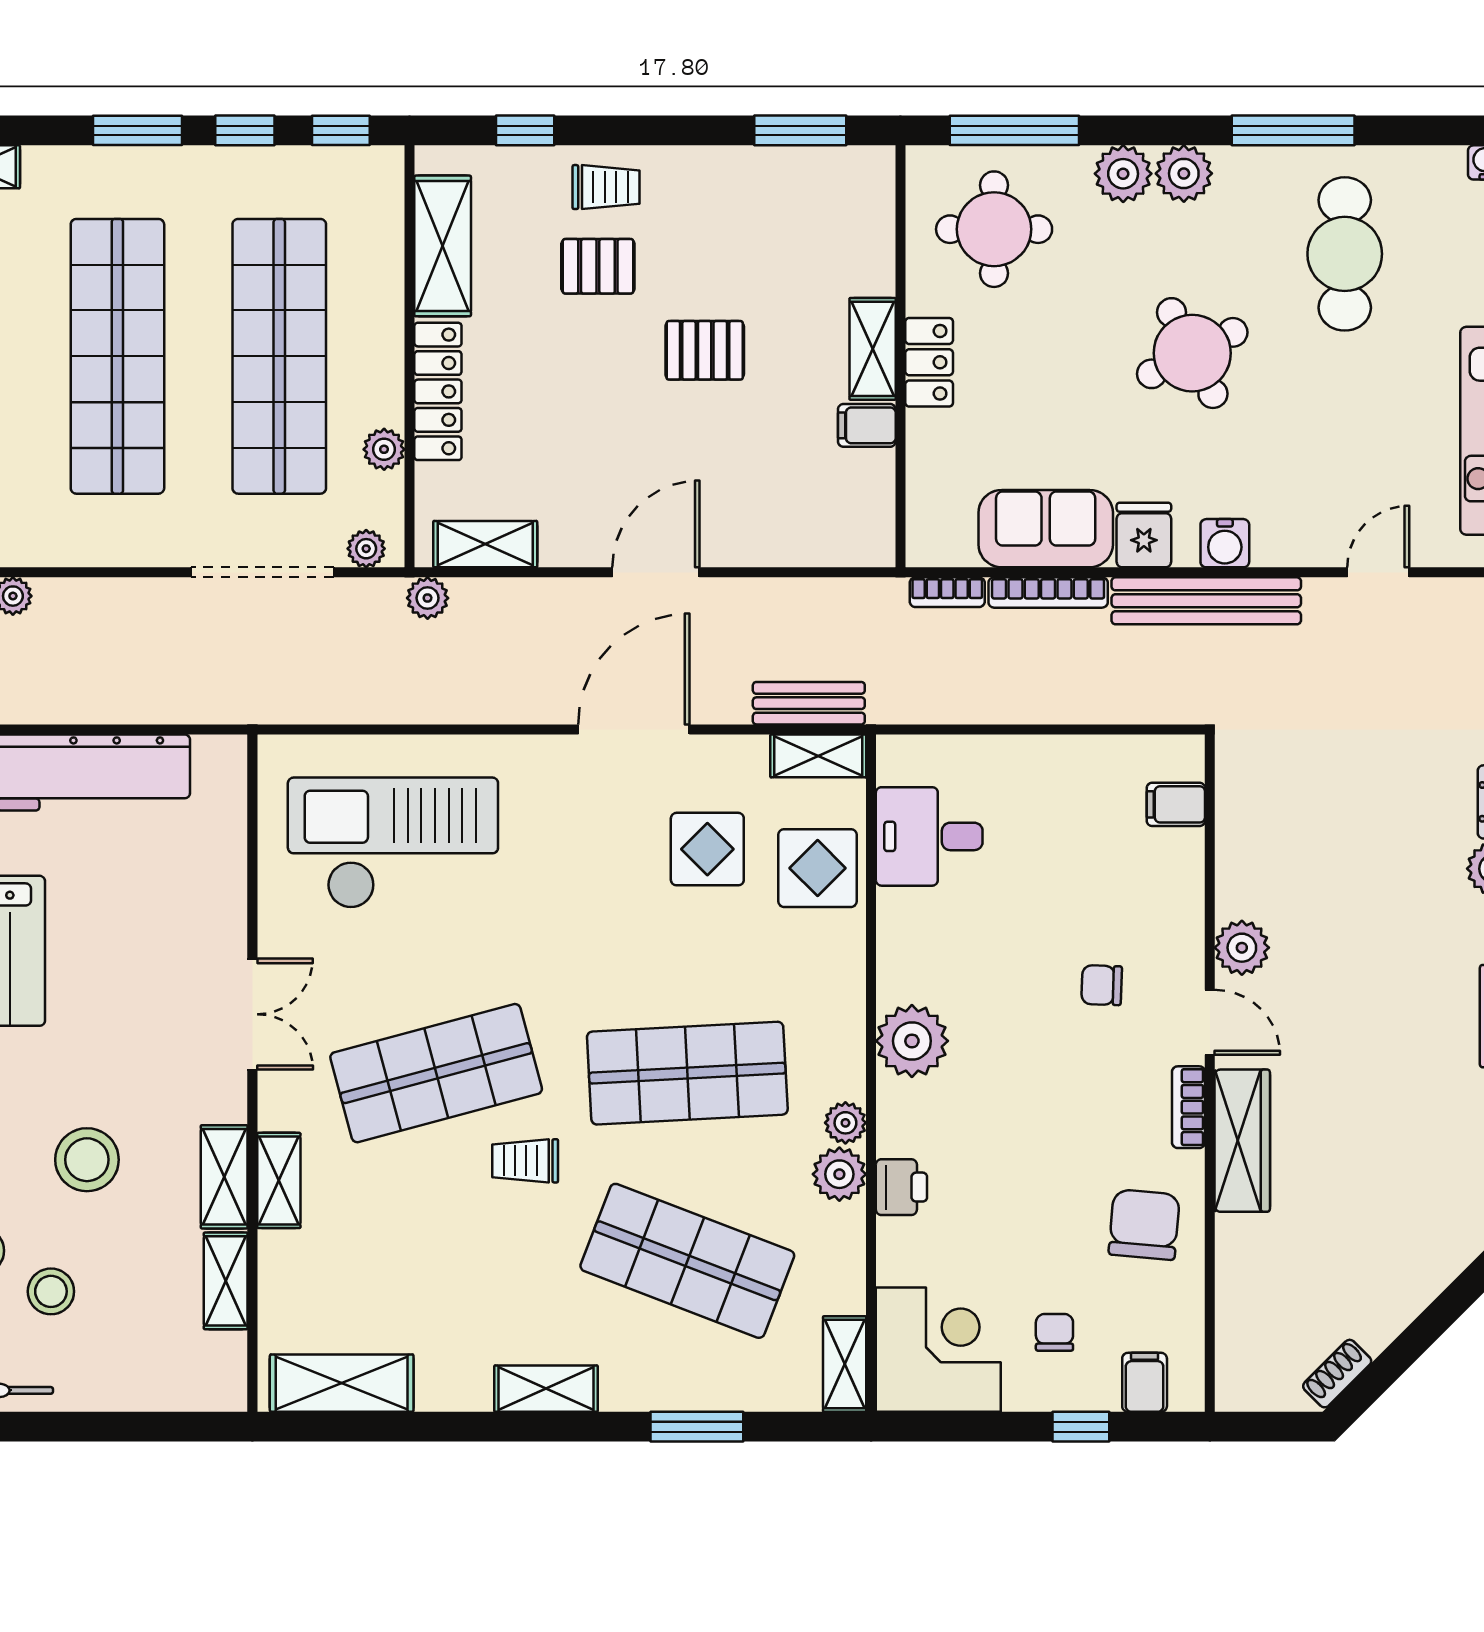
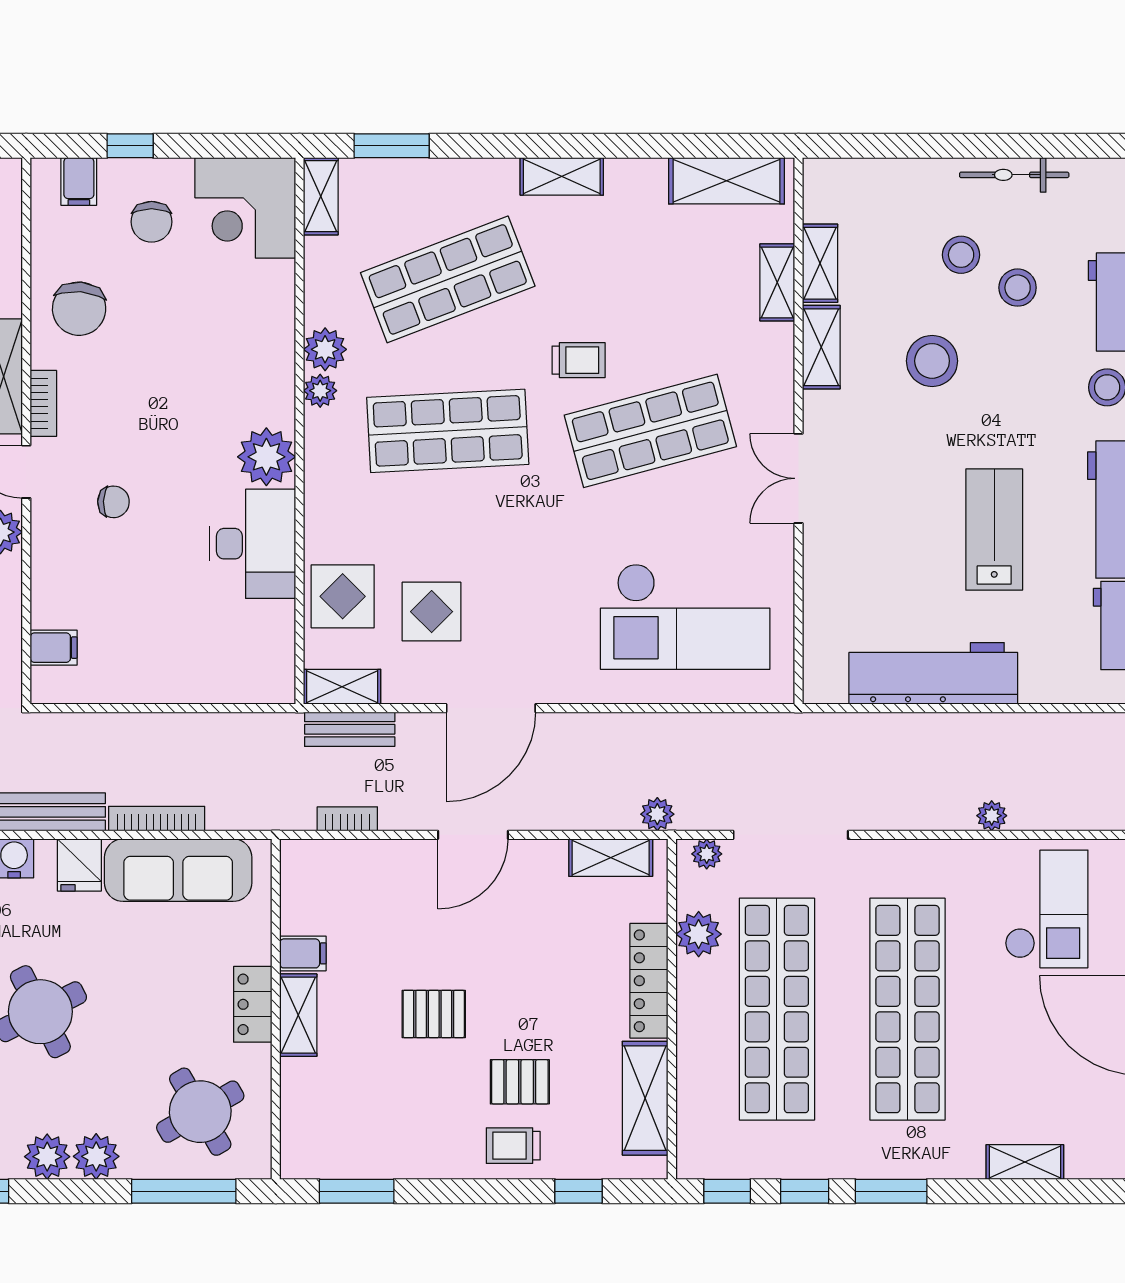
round table: (994, 229) -> (200, 1112), turned -30
plant: (384, 449) -> (699, 934), width x1.38, depth x1.38
sofa: (1046, 529) -> (178, 870), width x1.36
bookcase: (947, 592) -> (347, 819), moved
desk: (929, 836) -> (253, 544), moved, width x1.37
shelving: (279, 1180) -> (777, 282), moved
printer: (901, 1187) -> (275, 339), removed
shop shelf: (687, 1261) -> (448, 279), turned -42
chair: (1054, 1332) -> (152, 222), width x1.37, depth x1.37
window: (697, 1427) -> (392, 146), moved

